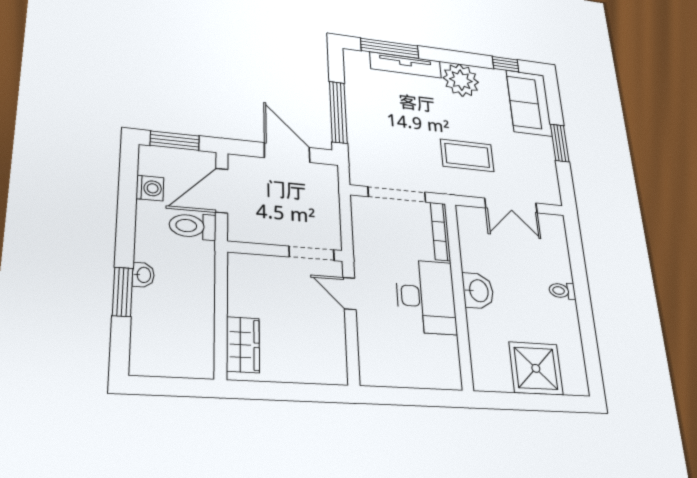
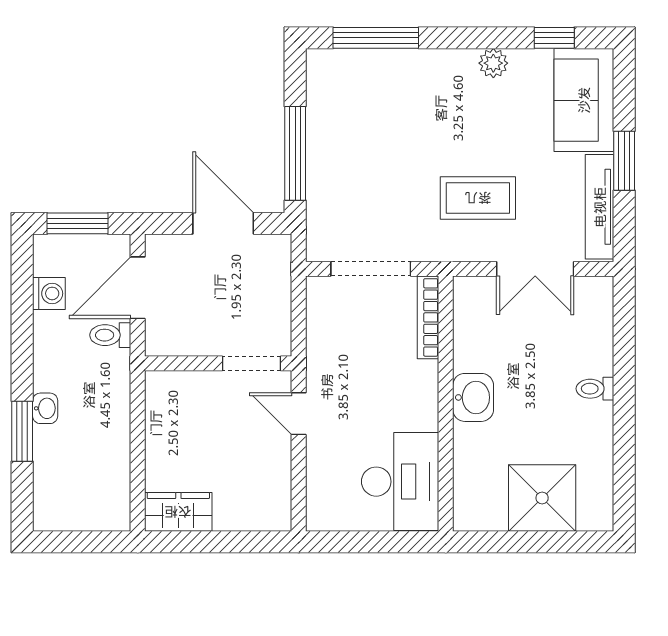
tv unit: (406, 65) -> (600, 207), moved, turned 90
plant: (461, 80) -> (493, 63), width x0.53, depth x0.53
toilet: (193, 226) -> (110, 335), width x0.73, depth x0.72
desk: (426, 297) -> (400, 482), moved
wardrobe: (243, 345) -> (178, 512), moved, turned -90

